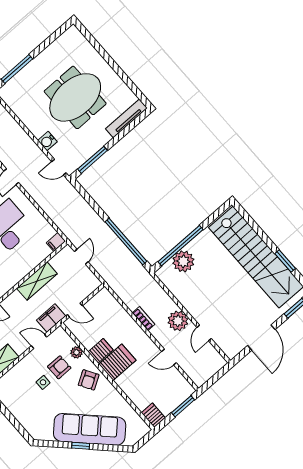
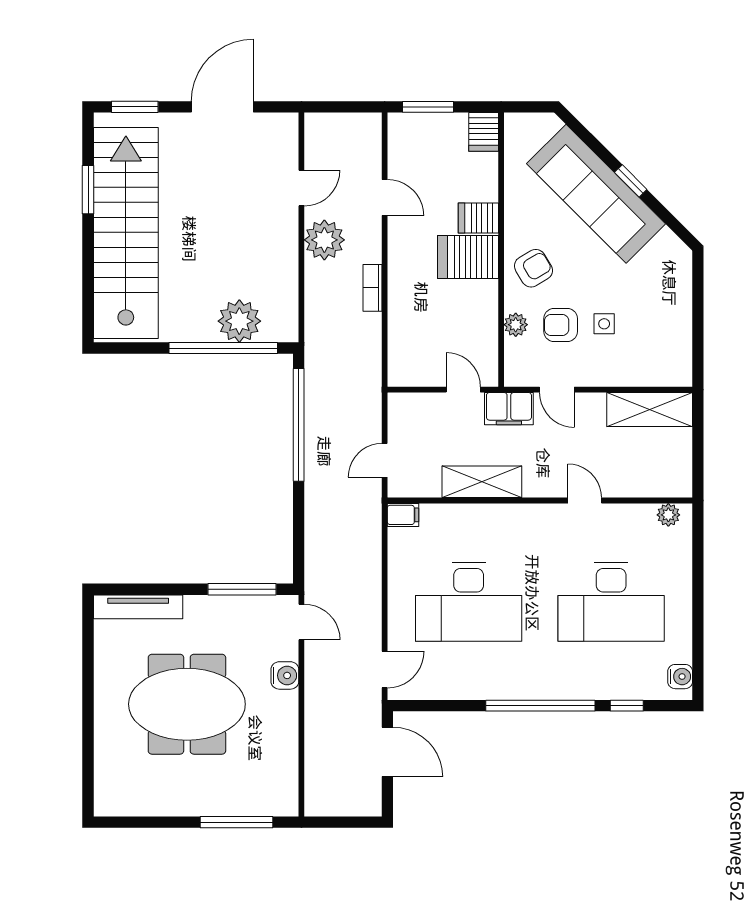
server rack: (100, 351) -> (478, 218), moved

